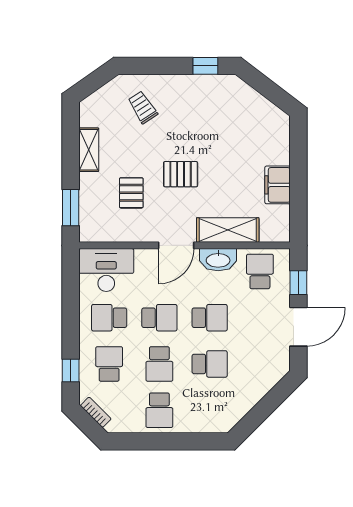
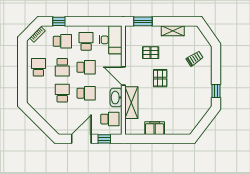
school desk: (159, 318) -> (86, 67), turned -90
school desk: (210, 318) -> (86, 93), turned -90
door: (298, 327) -> (81, 139), swing flipped
school desk: (159, 364) -> (62, 67), turned -90
school desk: (210, 364) -> (62, 93), turned 180
school desk: (159, 410) -> (38, 67), turned 90

